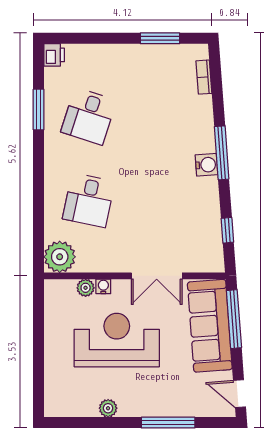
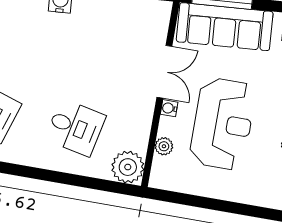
water cooler: (103, 286) -> (169, 108), moved
reception desk: (117, 340) -> (223, 124), turned 180

